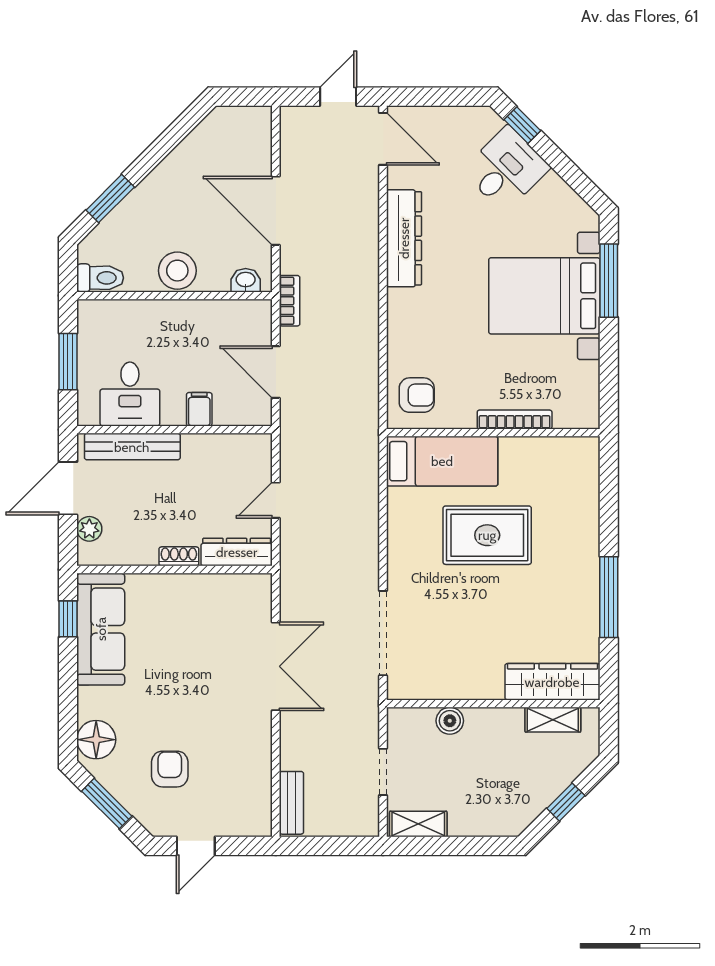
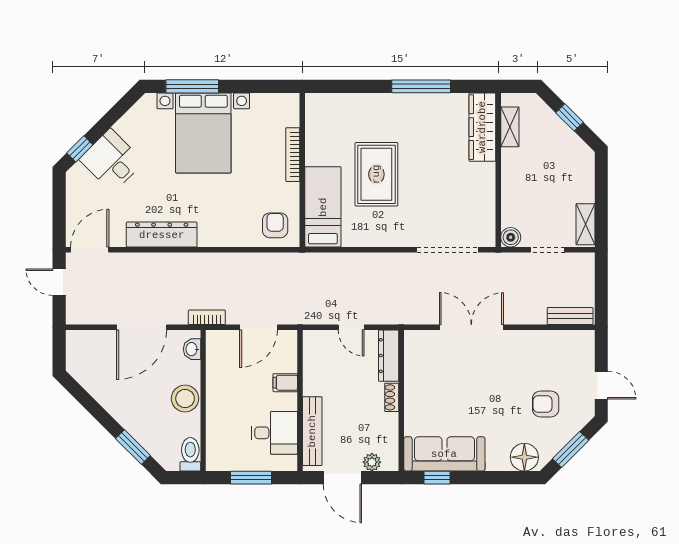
boiler: (450, 721) -> (511, 237), moved

